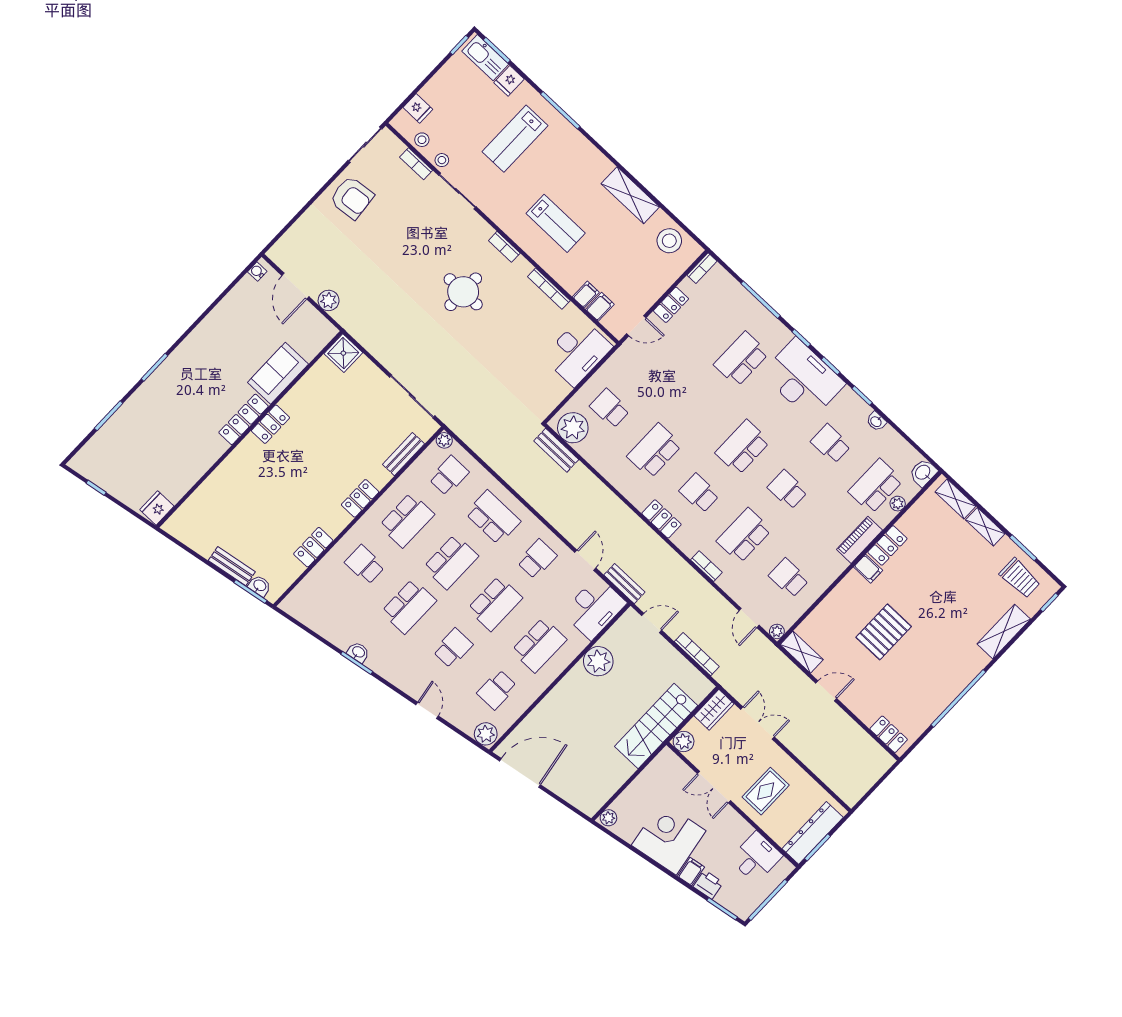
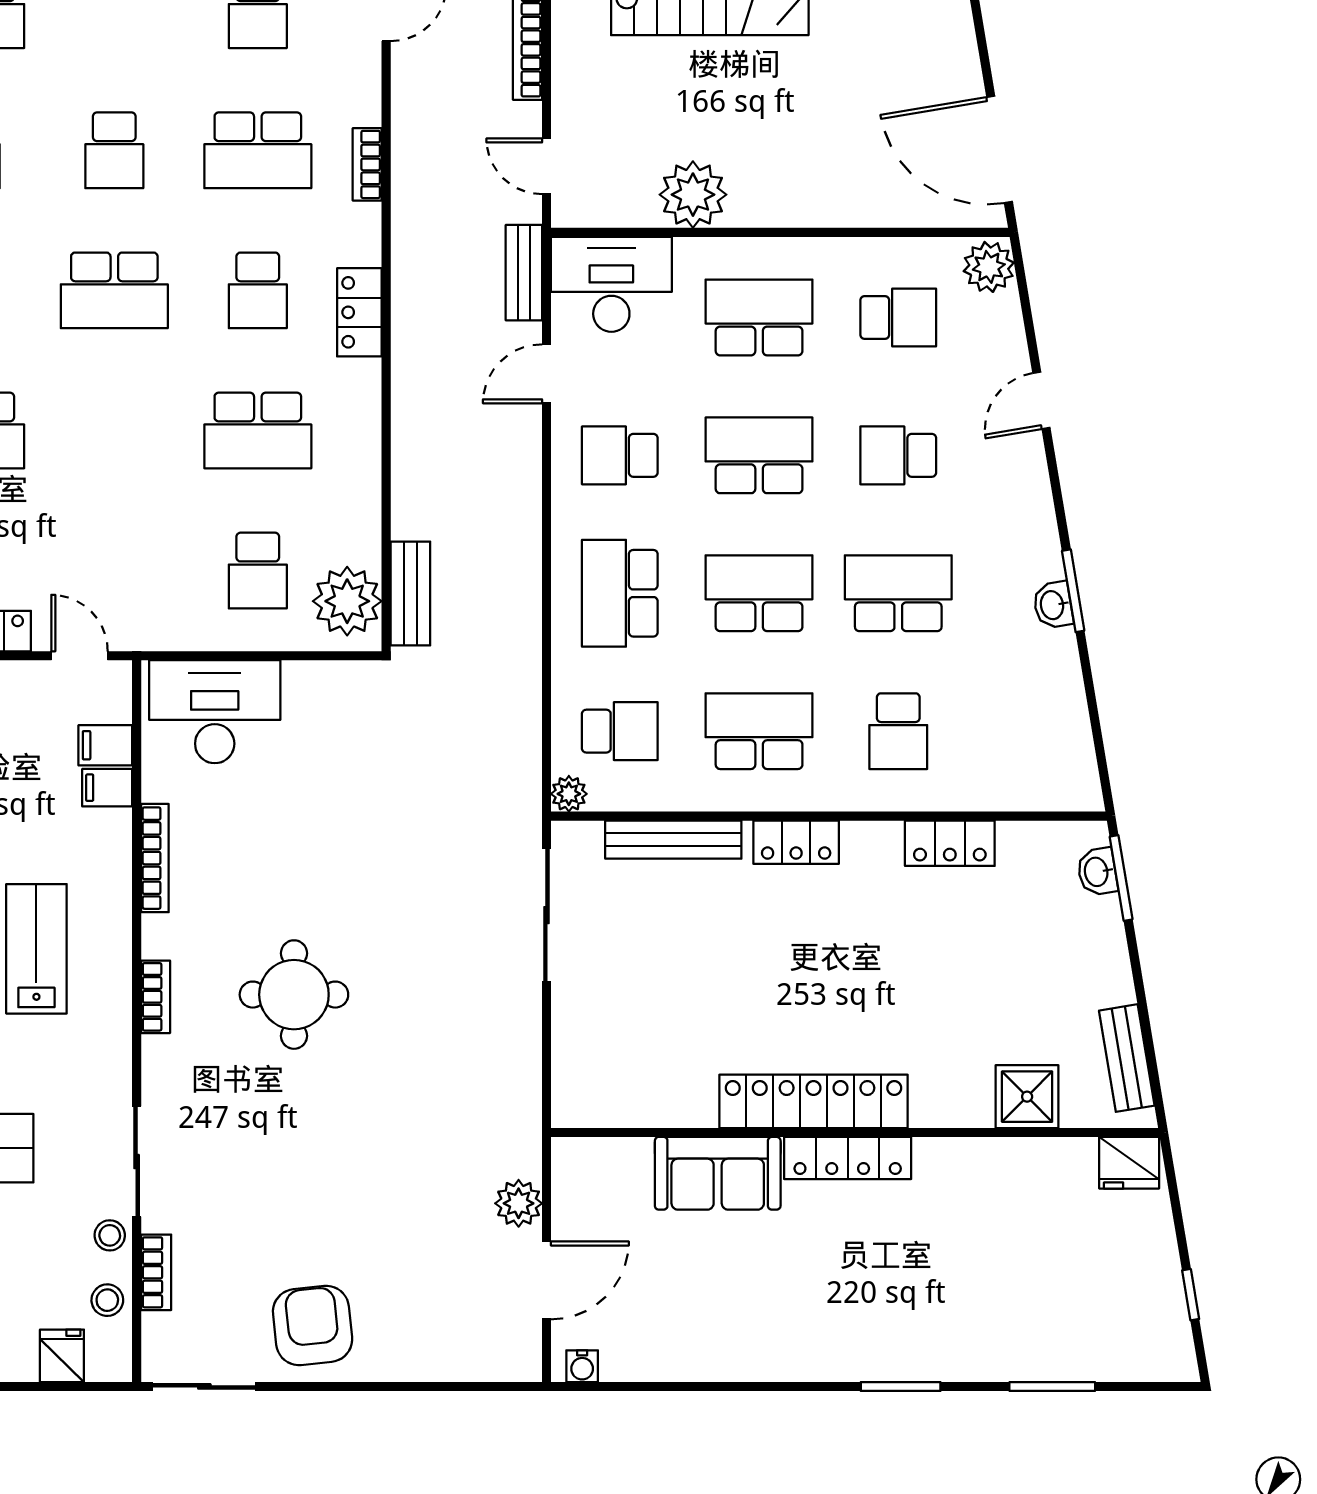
shower: (343, 353) -> (1027, 1097), moved
locker: (270, 424) -> (814, 1101), width x2.16, depth x1.21
bench: (403, 454) -> (673, 840), width x1.36
school desk: (449, 476) -> (620, 731), turned 180
bench: (232, 566) -> (1127, 1058), moved

